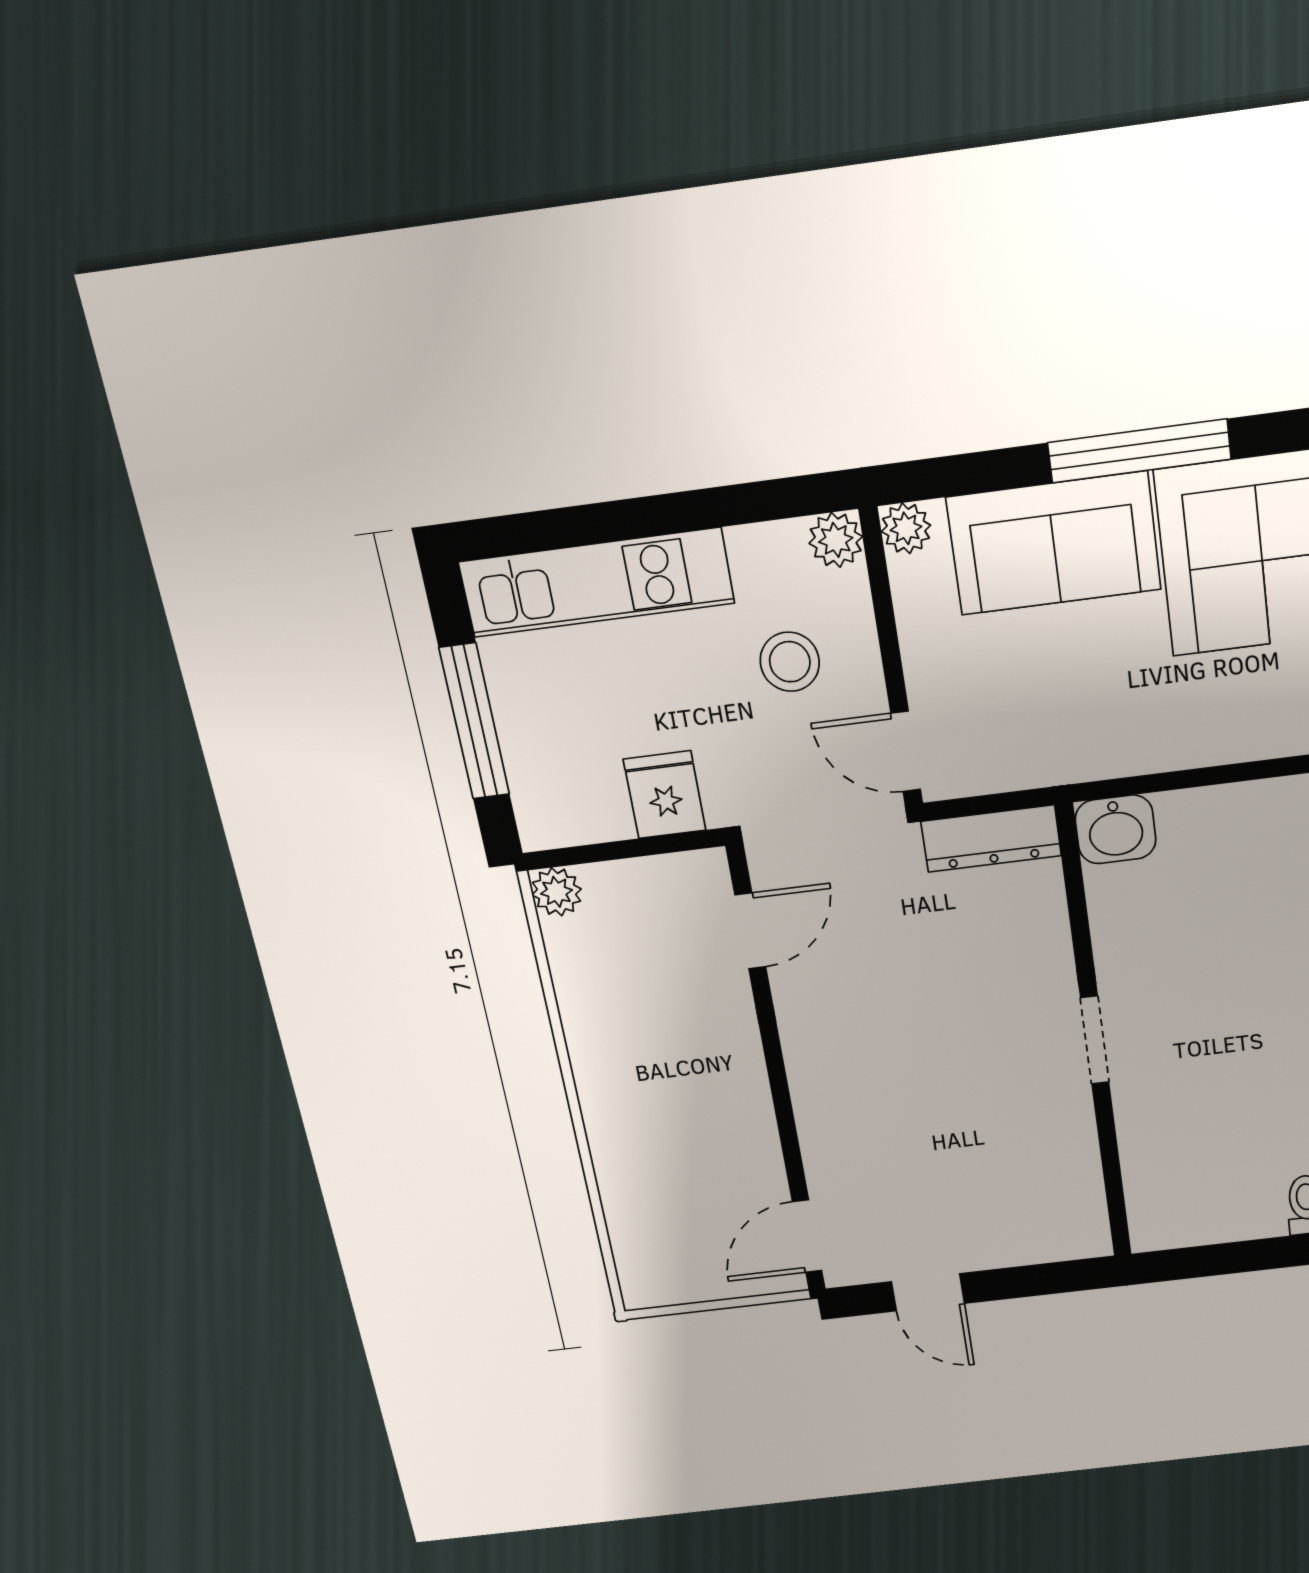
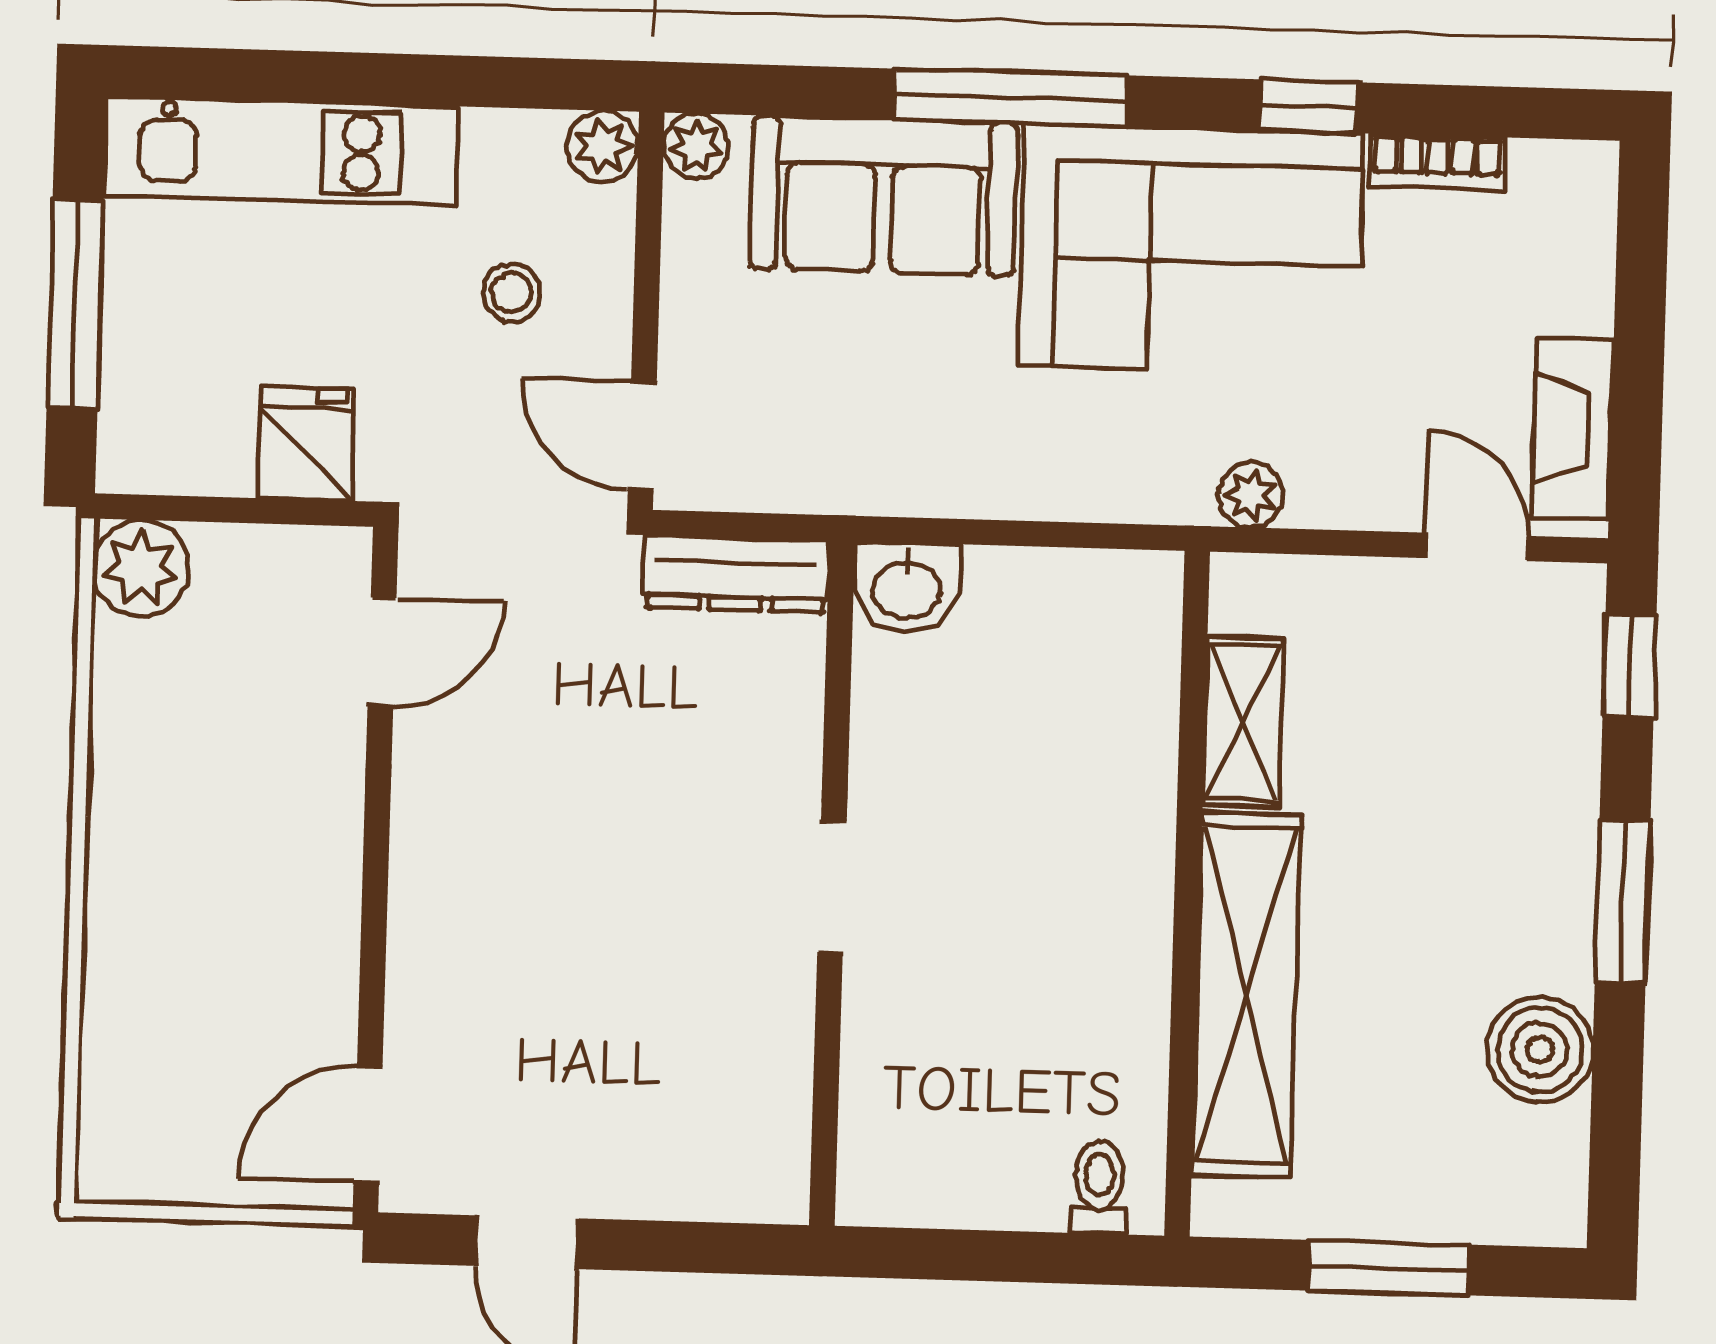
stool: (790, 662) -> (511, 293), width x0.73, depth x0.73
plant: (557, 892) -> (141, 568), width x1.38, depth x1.38

